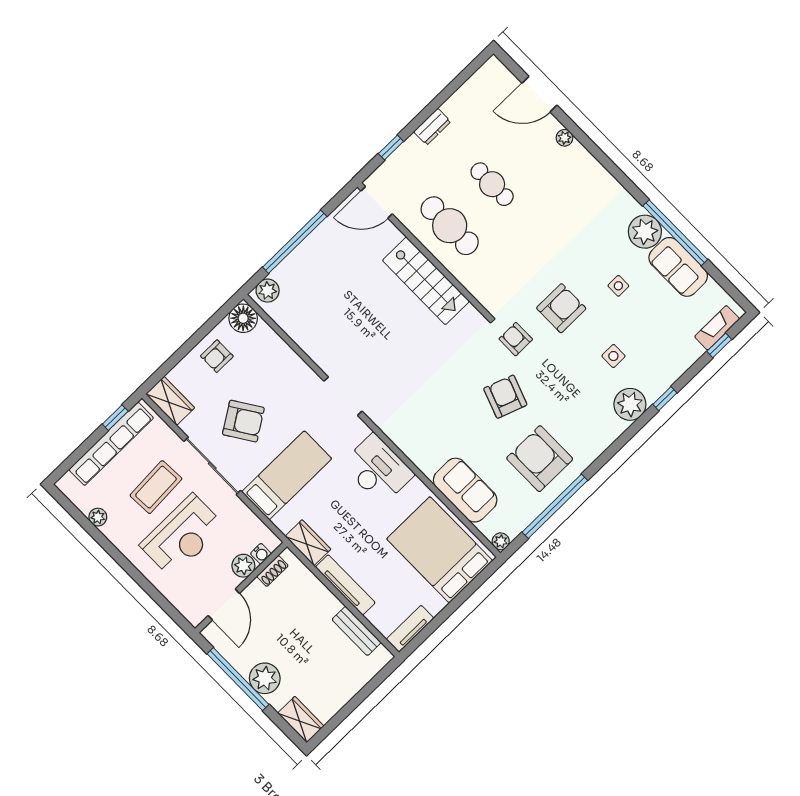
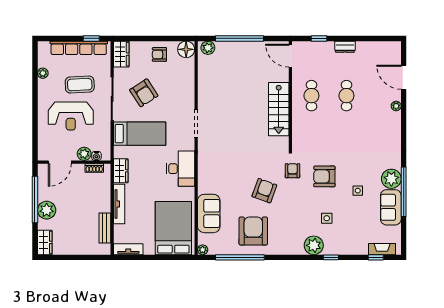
cafe table: (450, 226) -> (311, 96), width x0.73, depth x0.74
armchair: (561, 308) -> (324, 176), turned 180

